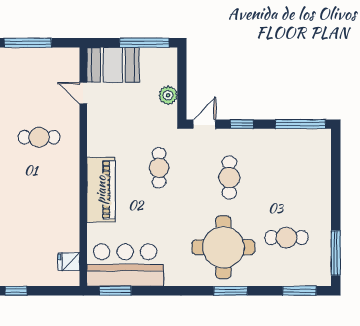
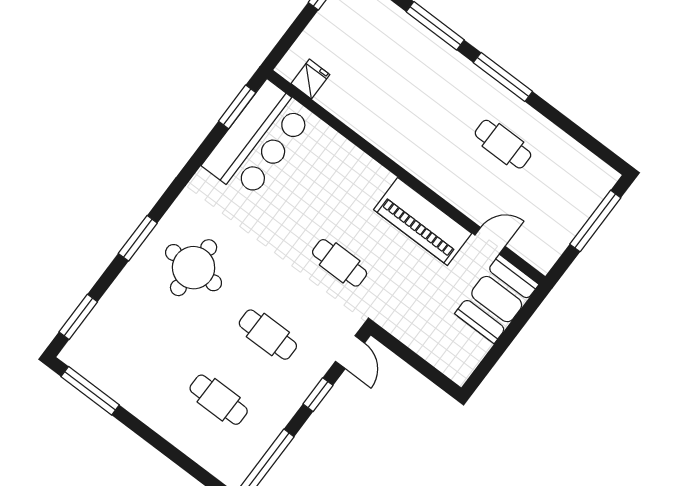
window: (144, 43) -> (495, 354), removed
plant: (168, 95) -> (414, 336), removed
cafe table: (39, 137) -> (503, 144), moved, turned 90
piano: (101, 190) -> (423, 222), moved
cafe table: (286, 237) -> (219, 400), moved, turned 90
round table: (223, 247) -> (194, 268), width x0.73, depth x0.73

